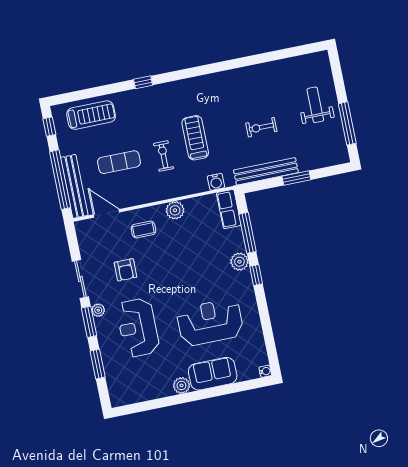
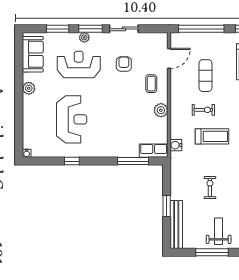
weight bench: (315, 105) -> (219, 231), turned -90
window: (347, 123) -> (212, 252), moved
bench: (266, 171) -> (176, 225), moved
bench: (74, 186) -> (194, 38), removed
plant: (239, 262) -> (113, 151), removed
armchair: (126, 270) -> (124, 64), turned 90
window: (256, 275) -> (72, 161), moved
plant: (98, 310) -> (84, 37), moved
sofa: (213, 374) -> (33, 54), moved

